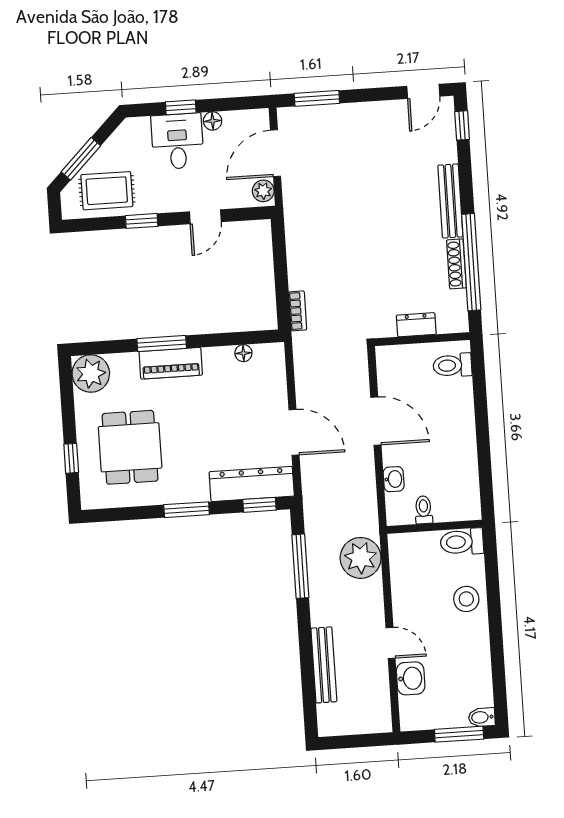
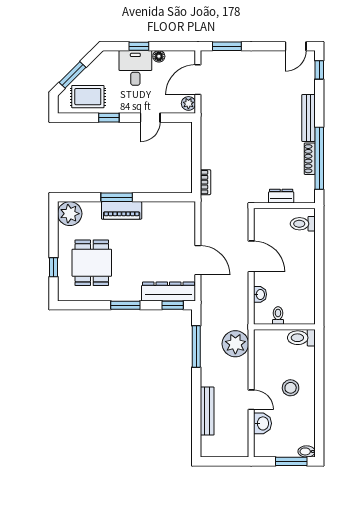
floor lamp: (243, 353) -> (169, 207), removed
stool: (466, 599) -> (291, 388), moved

